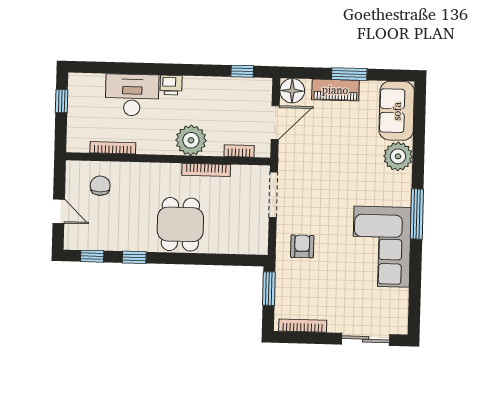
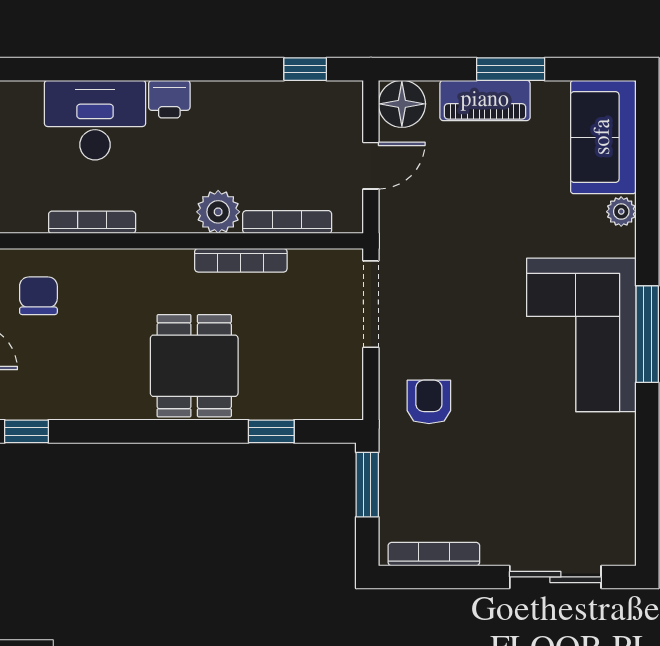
door: (275, 122) -> (371, 166), width x0.73
plant: (191, 140) -> (218, 212), width x0.73, depth x0.73
bookcase: (113, 148) -> (92, 222), moved
bookcase: (239, 151) -> (287, 222), width x1.56
plant: (398, 156) -> (621, 212), width x0.53, depth x0.53
corner sofa: (382, 247) -> (581, 335), moved
window: (134, 257) -> (271, 431), moved

